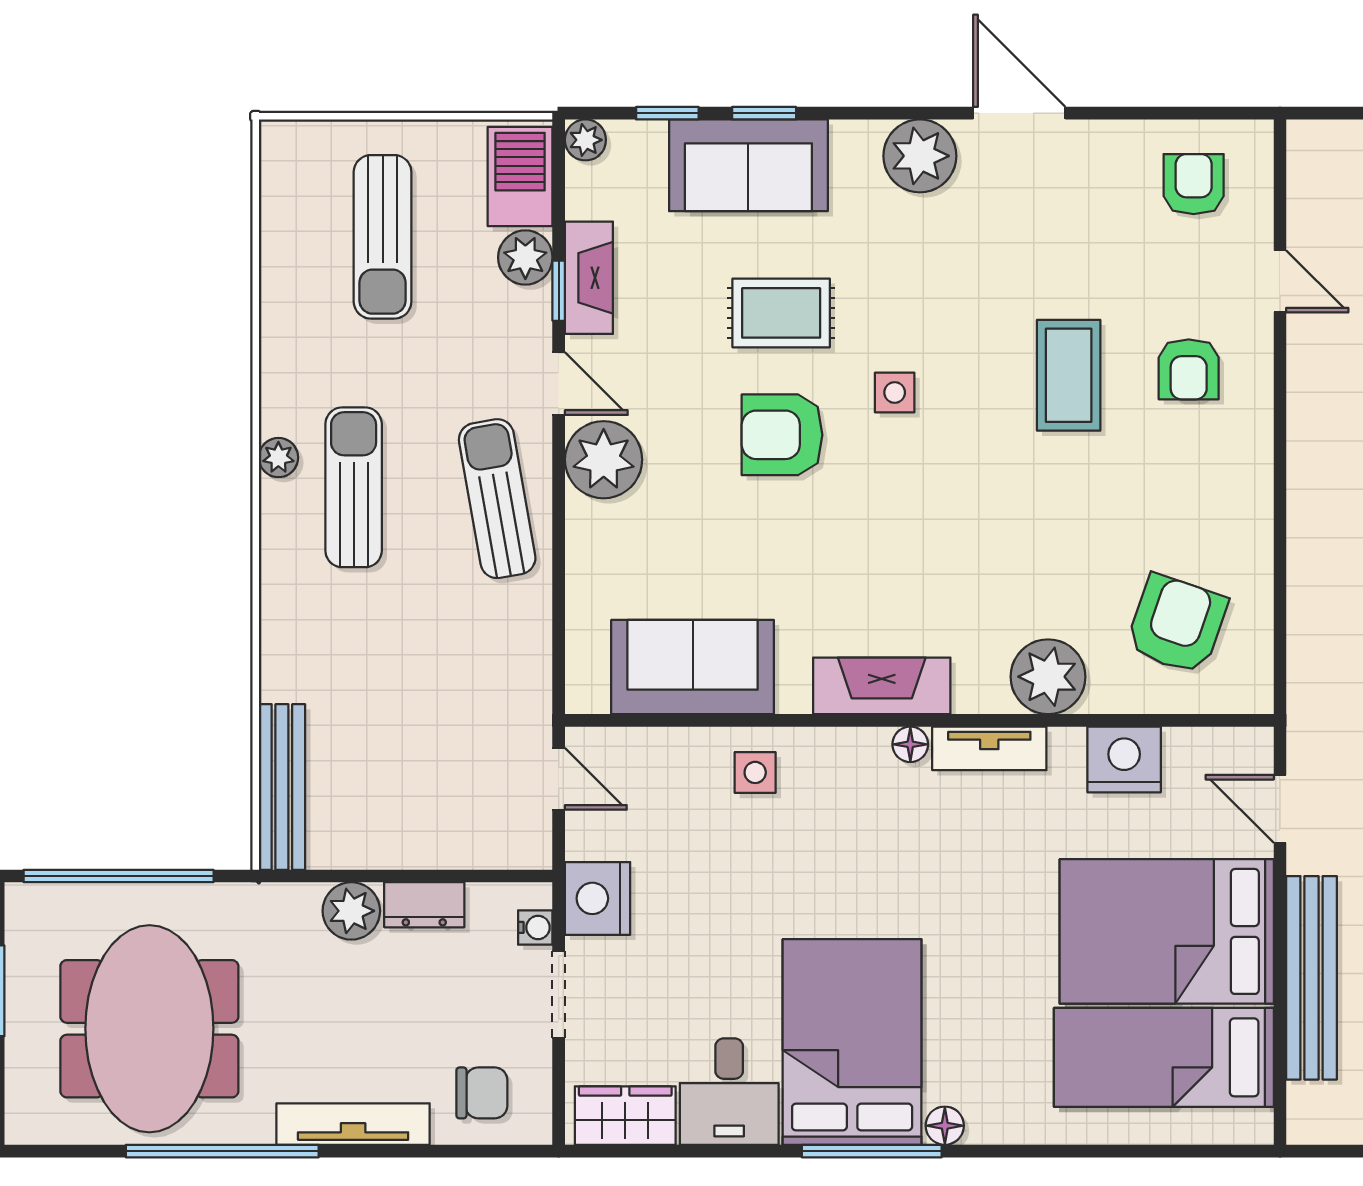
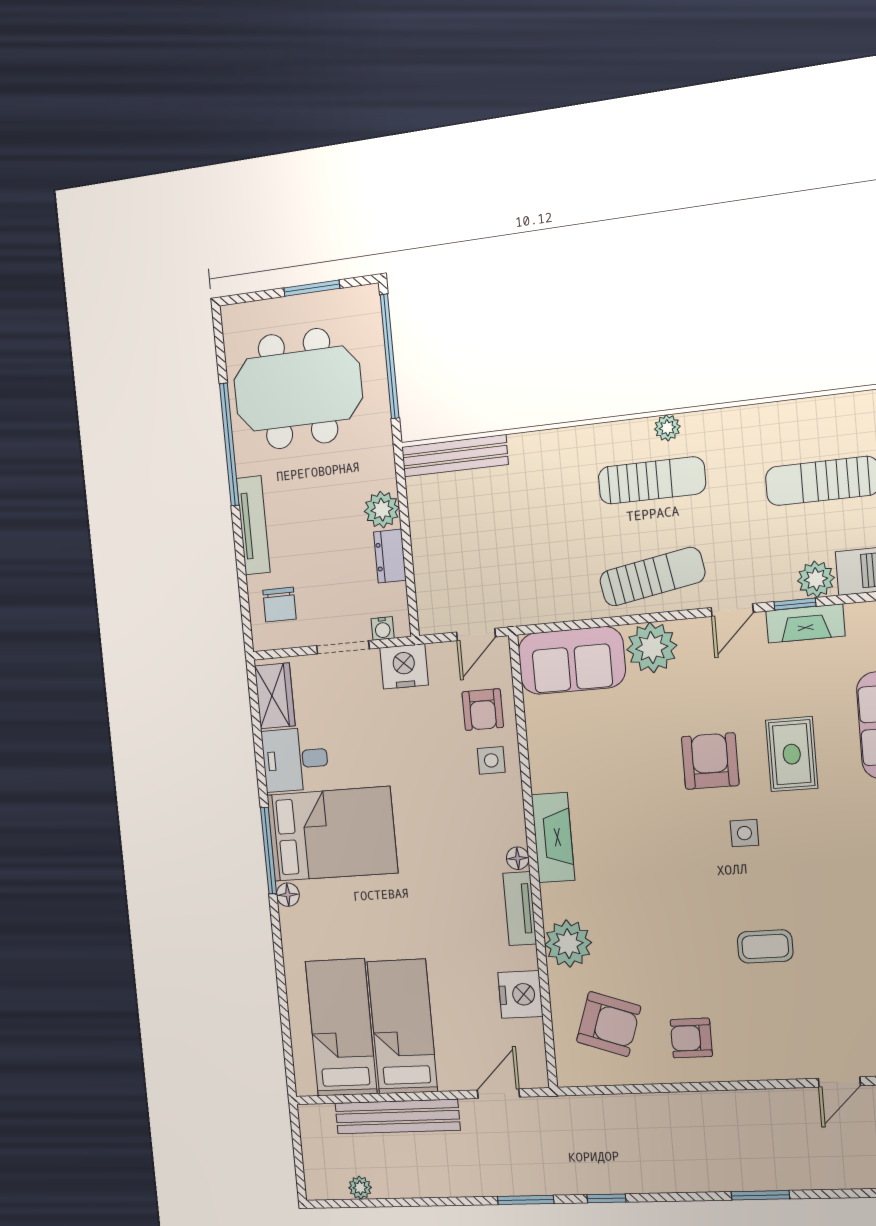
armchair: (1189, 369) -> (691, 1038), moved
coffee table: (1069, 375) -> (765, 946), width x0.73, depth x0.77
plant: (604, 460) -> (652, 648), moved
sofa: (693, 667) -> (572, 660), moved, turned 90
armchair: (675, 779) -> (483, 710), added
bed: (1167, 931) -> (402, 1027), width x0.67

